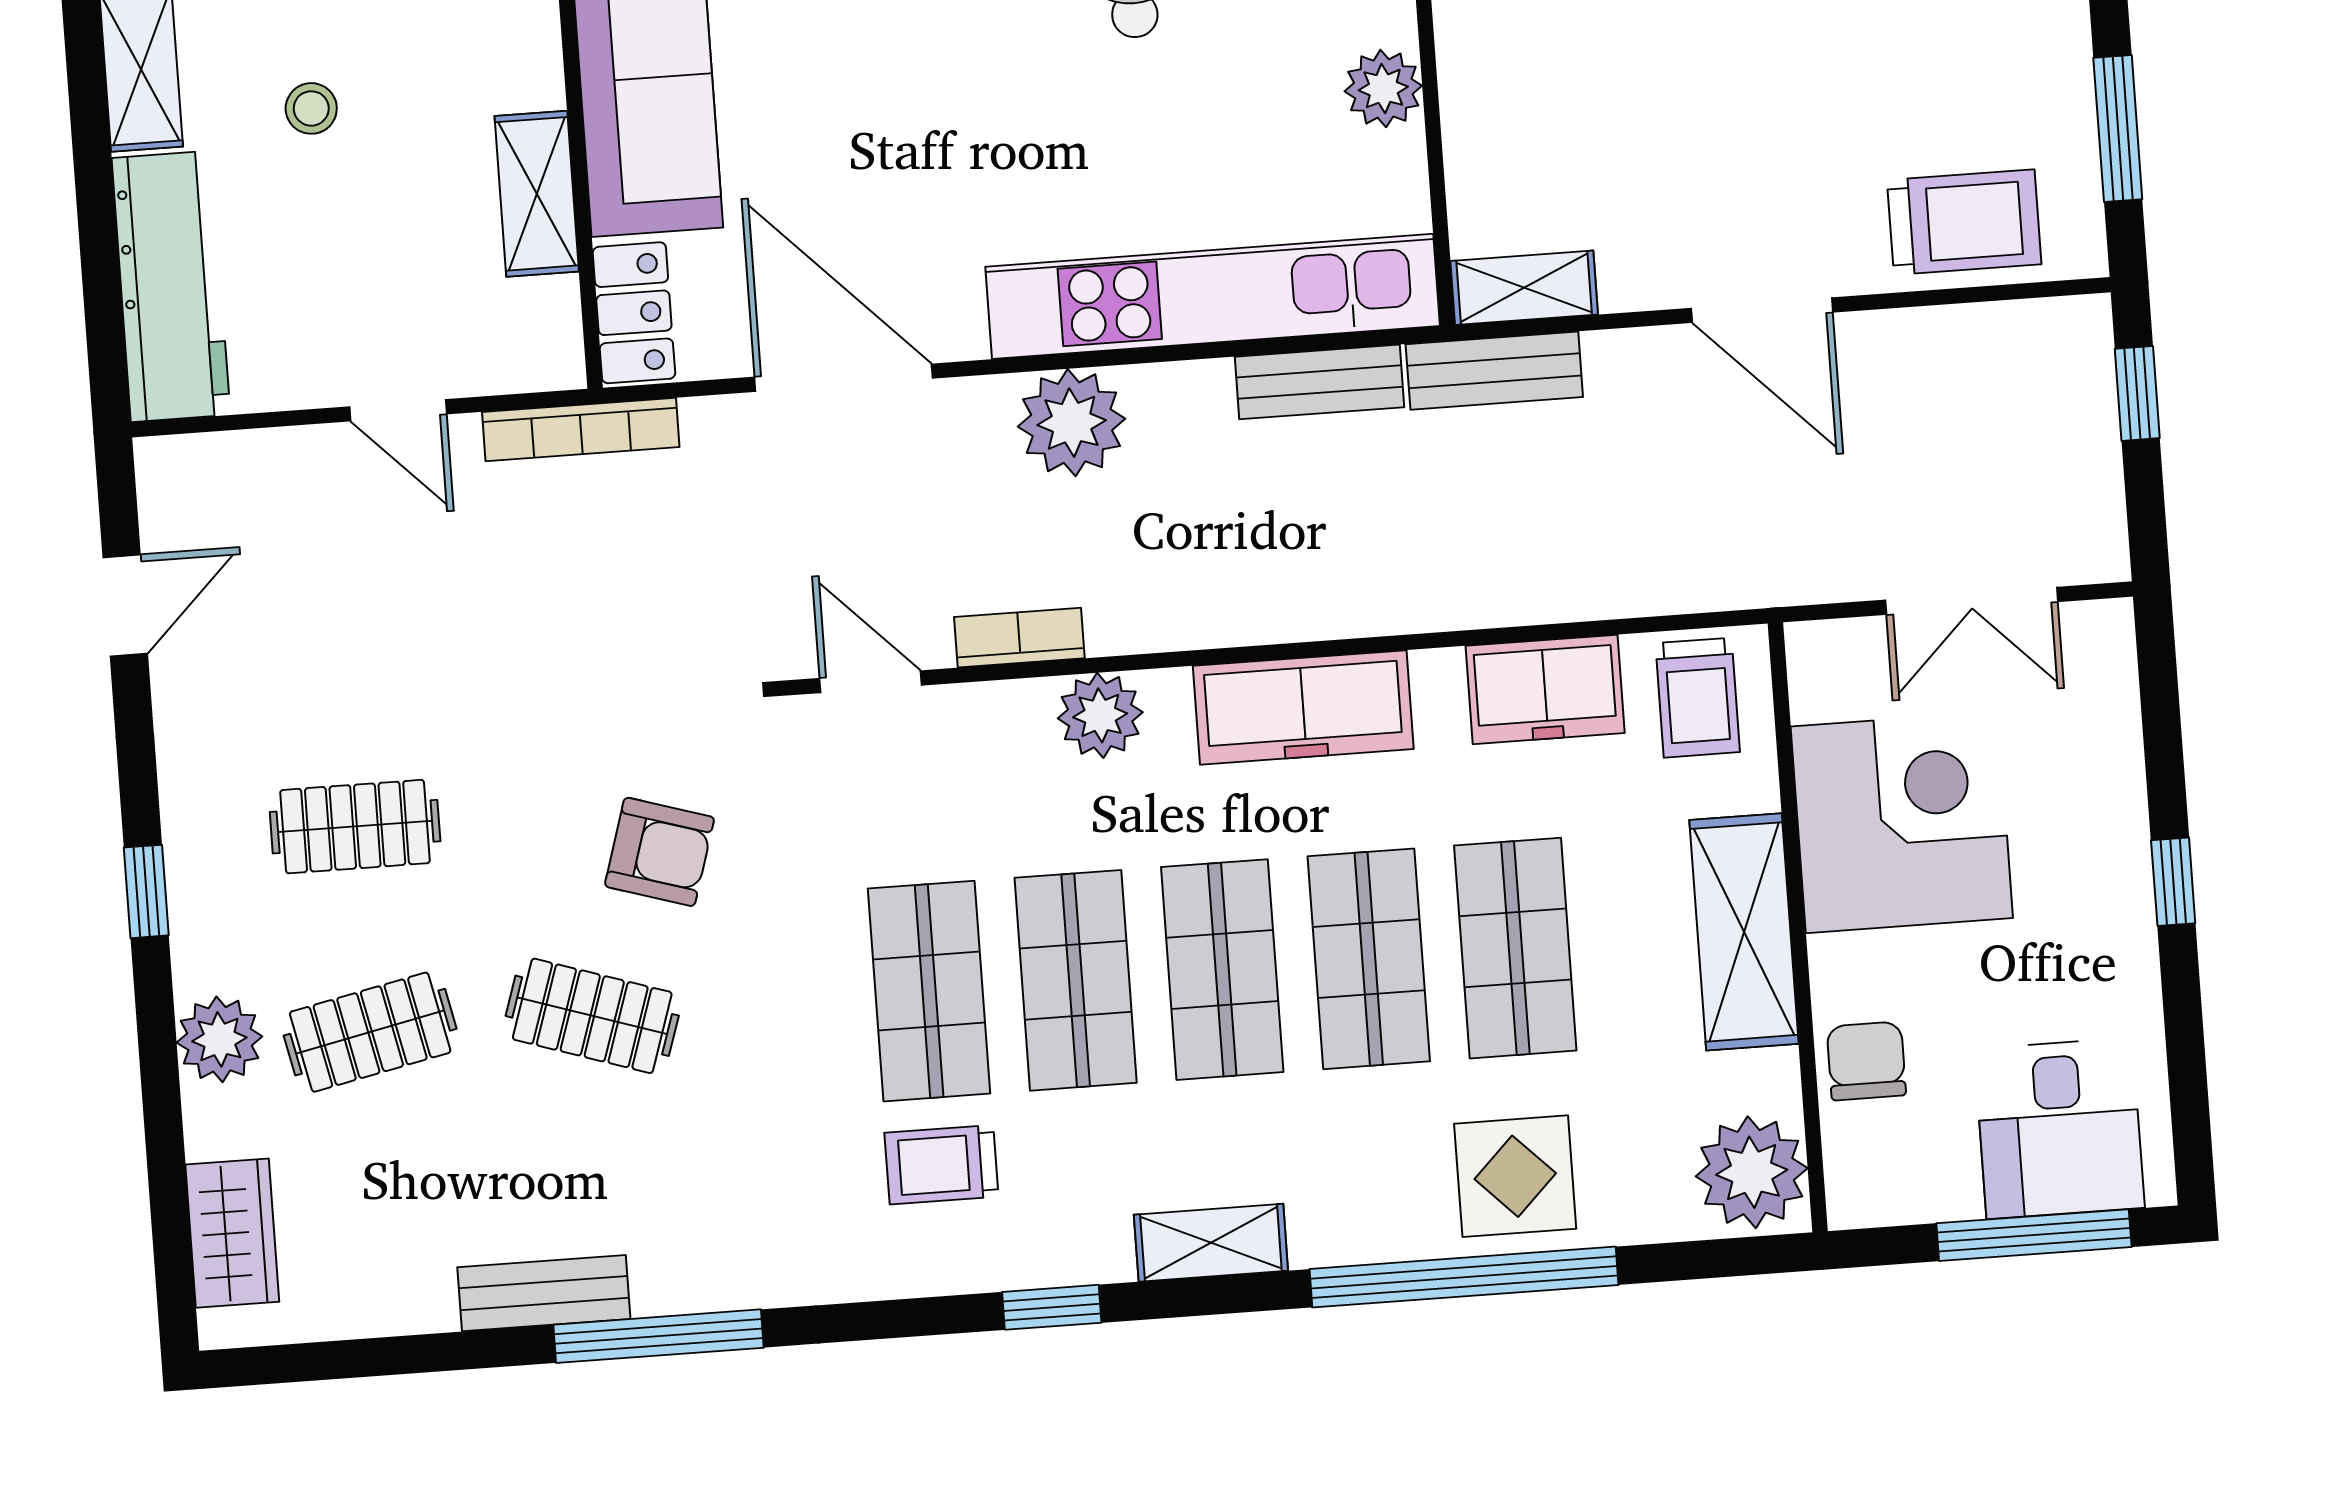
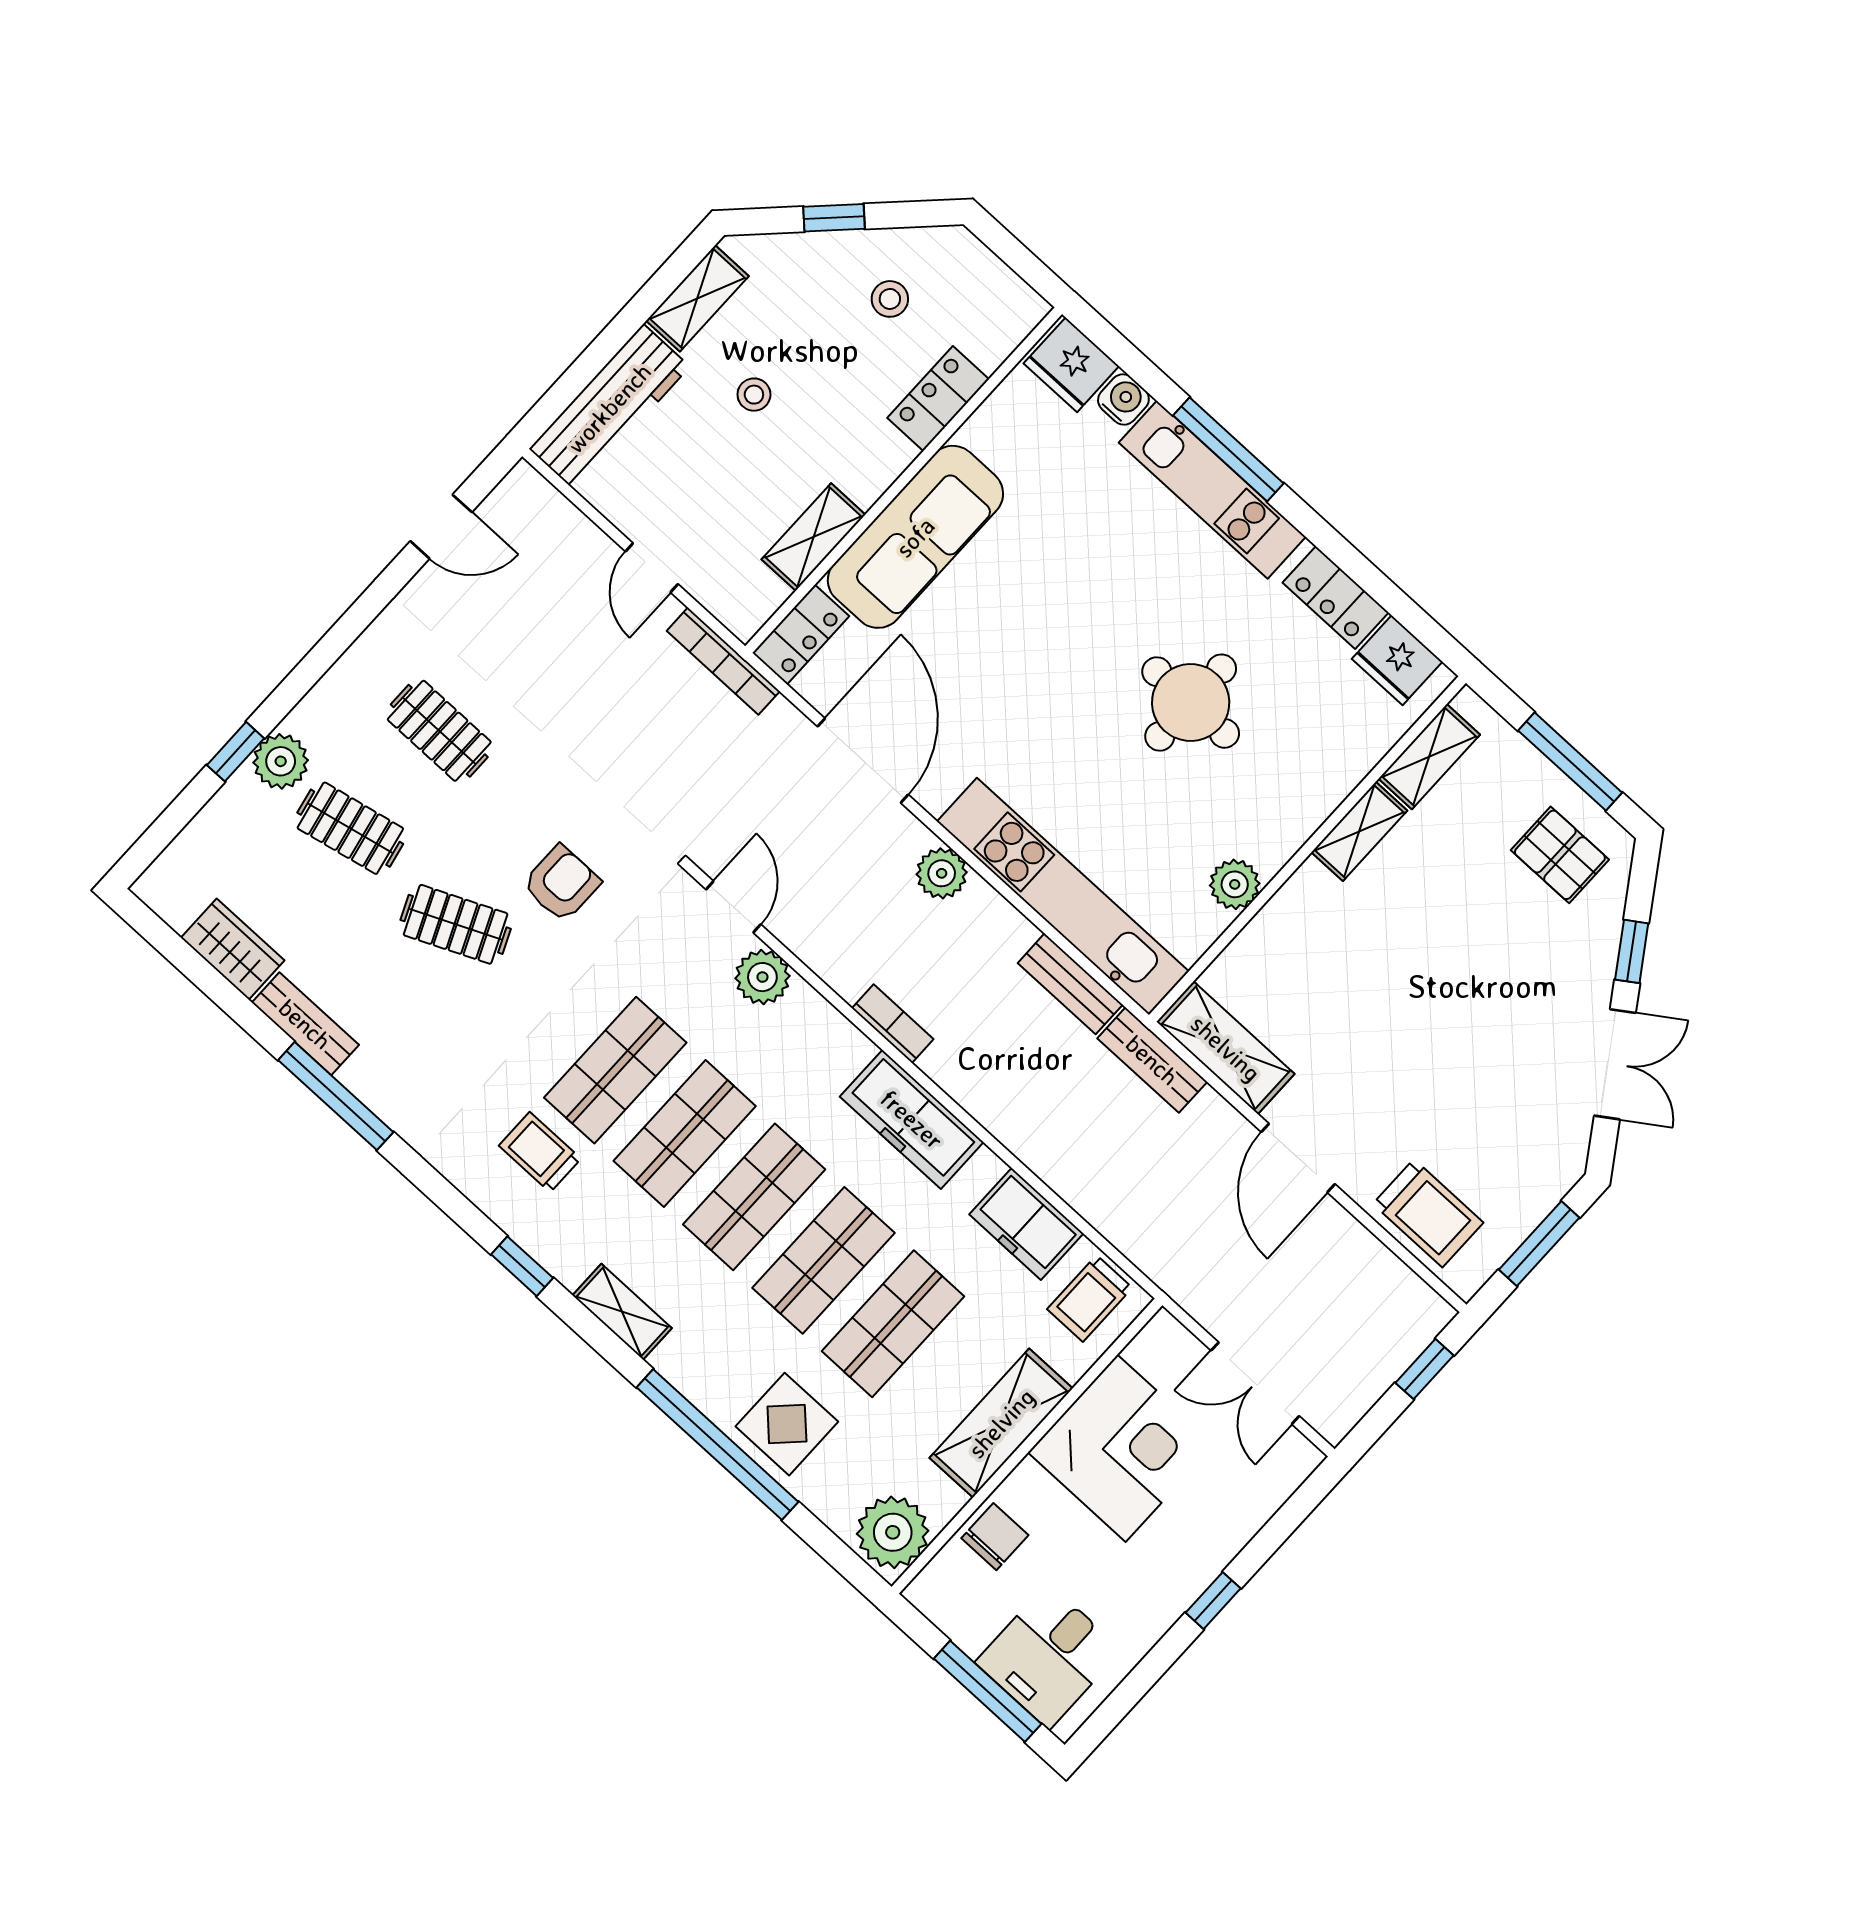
shelving: (1524, 288) -> (1226, 1048), width x1.50, depth x1.33
plant: (1072, 423) -> (942, 873), width x0.73, depth x0.73
bookcase: (1019, 638) -> (893, 1024), moved
plant: (1100, 715) -> (762, 977), moved
armchair: (659, 852) -> (561, 883), turned -107
window: (146, 891) -> (236, 752), moved
clothes rail: (592, 1016) -> (456, 924), turned -42
wardrobe: (232, 1233) -> (233, 949), moved, turned -90

